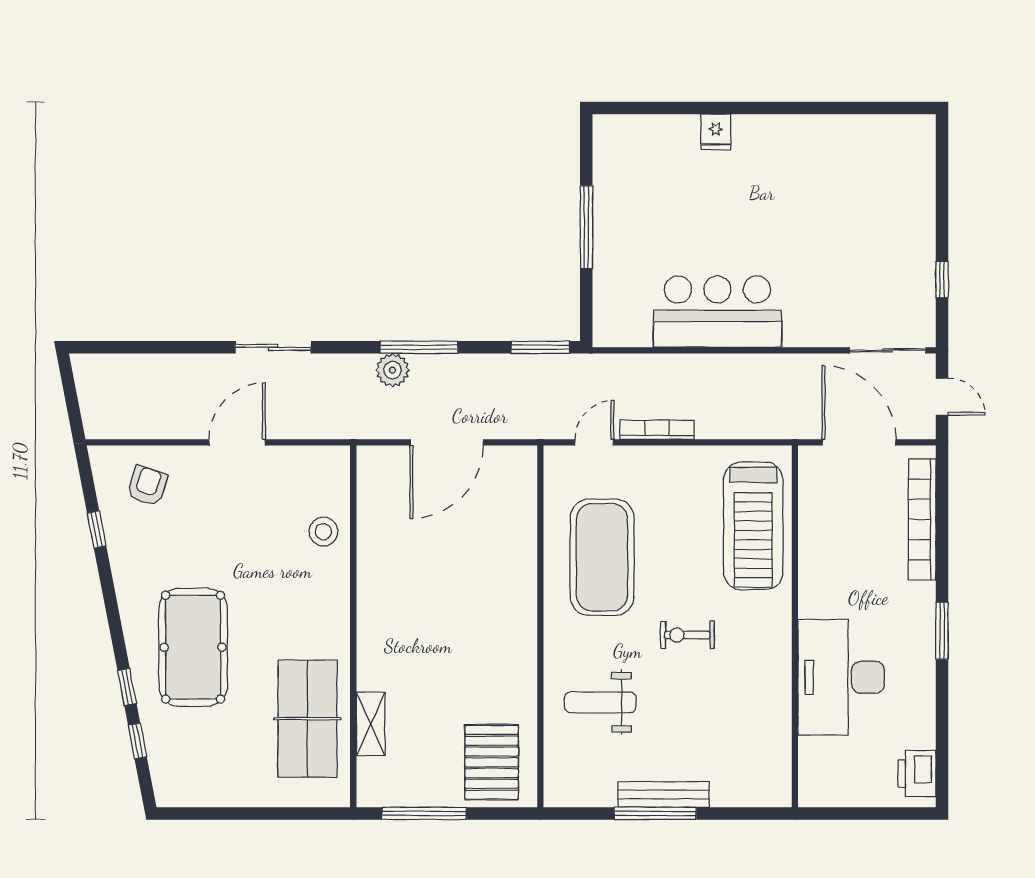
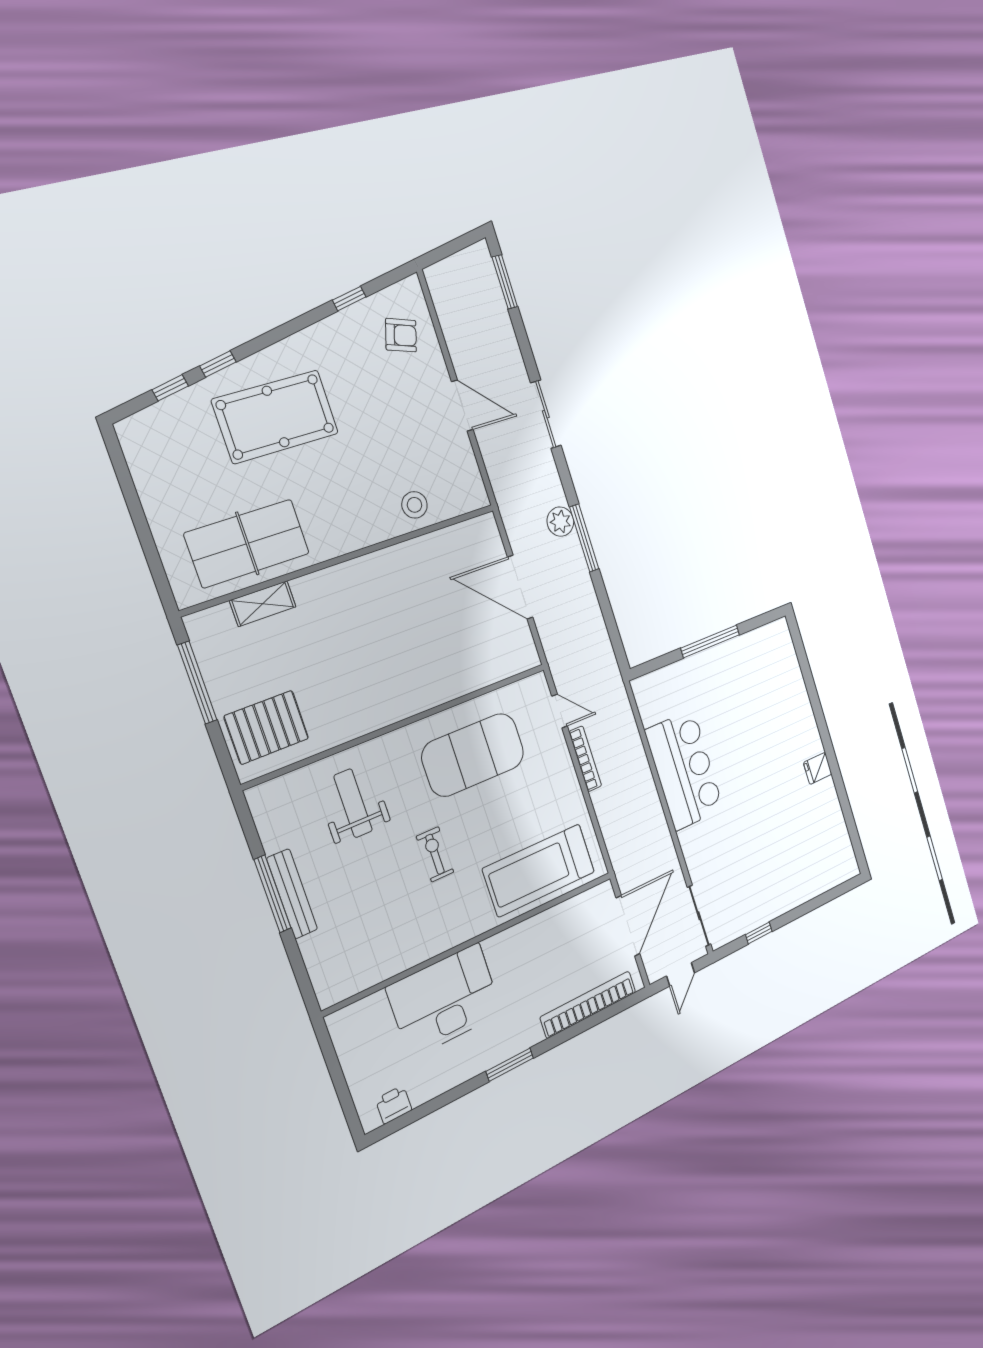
fridge: (716, 132) -> (818, 768), moved
window: (540, 347) -> (505, 282), moved
printer: (917, 774) -> (394, 1105), width x0.73, depth x0.81

